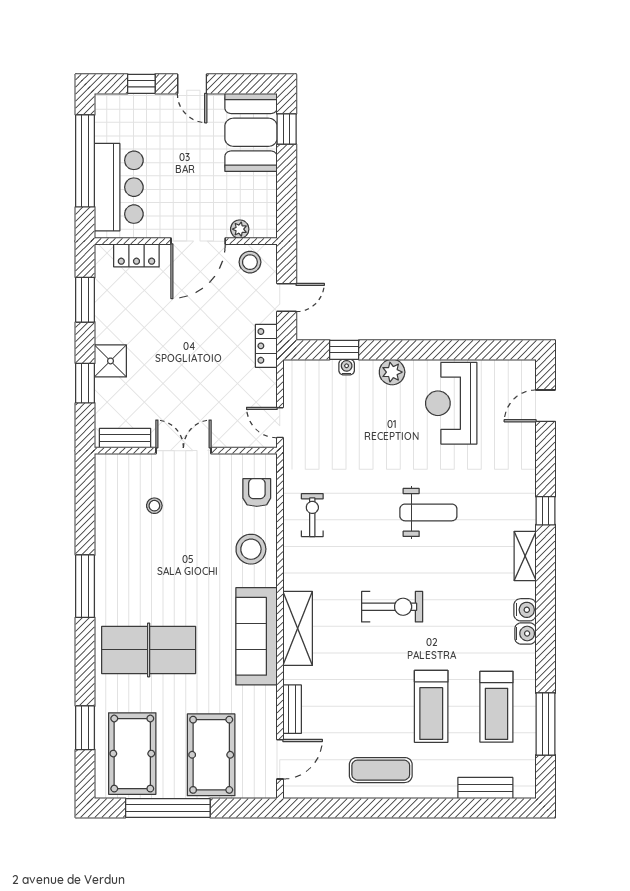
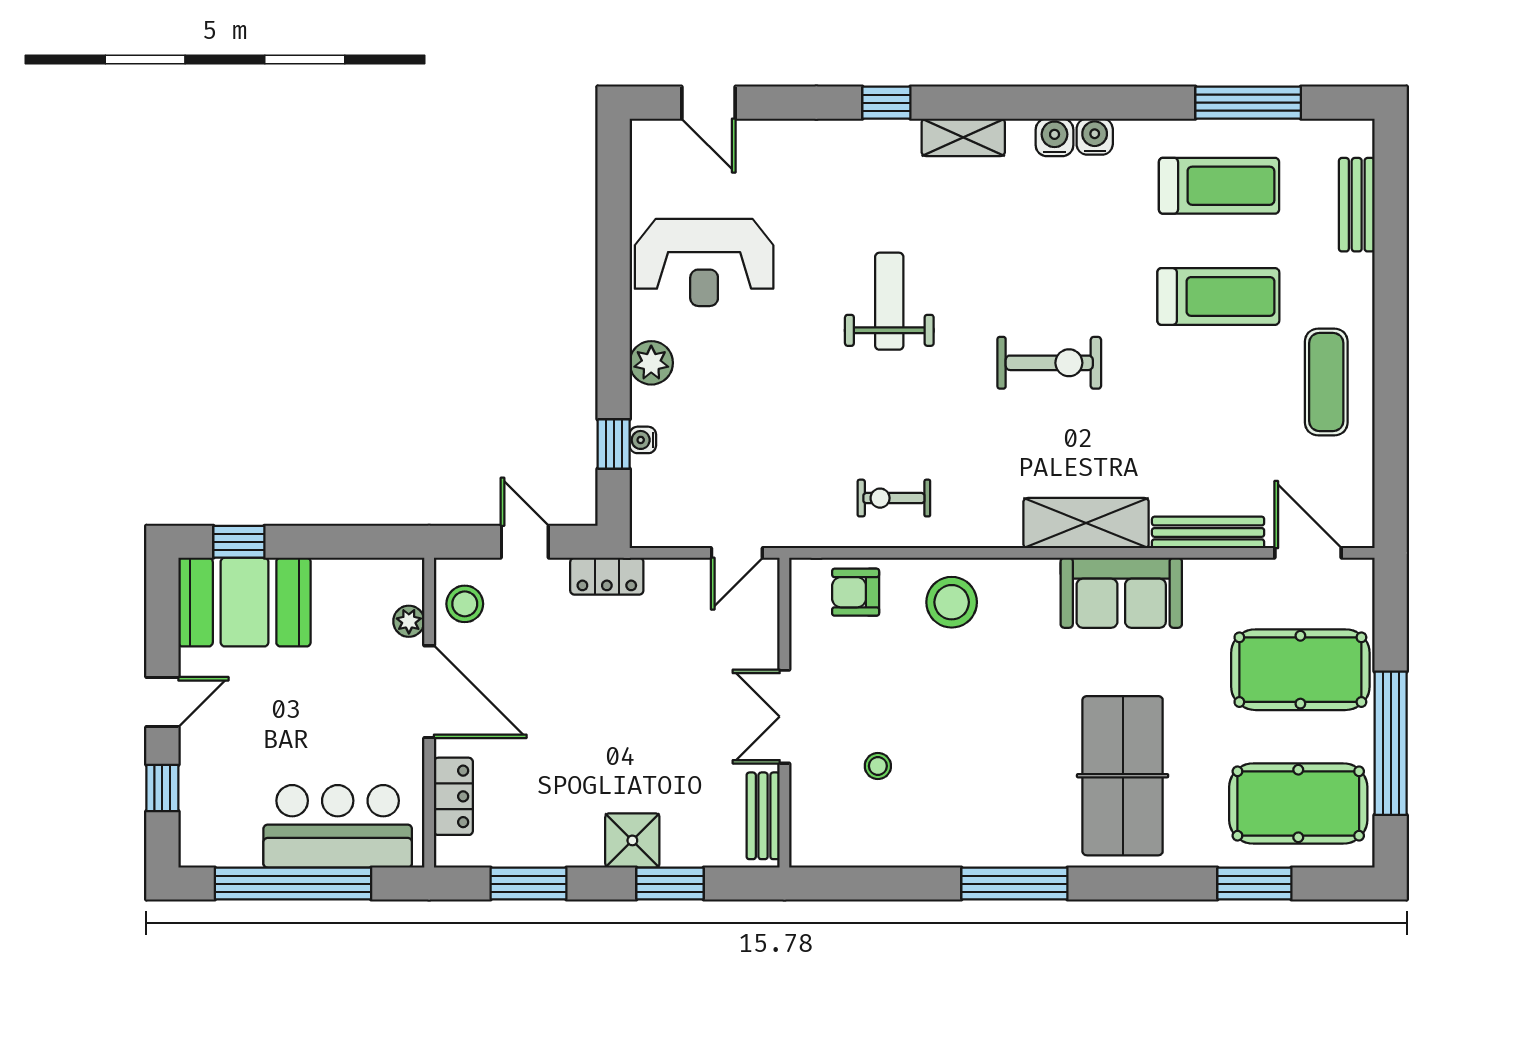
exercise bike: (392, 607) -> (1049, 363), turned 90
sofa: (257, 636) -> (1121, 593), width x0.73
bench: (292, 709) -> (1208, 532), width x1.36

